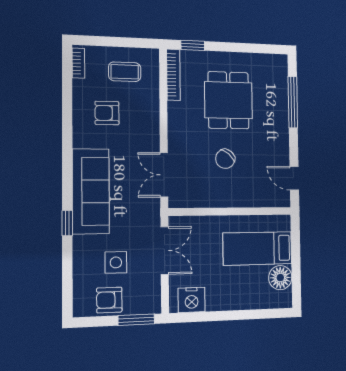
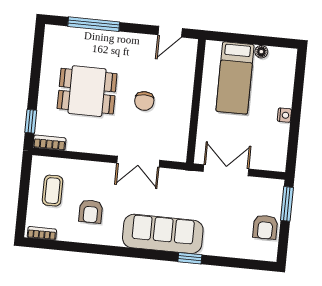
bookcase: (173, 75) -> (49, 143), width x0.64
chair: (225, 159) -> (144, 101), turned 49
double door: (164, 175) -> (138, 162), moved
side table: (116, 262) -> (231, 217), removed
floor lamp: (280, 278) -> (261, 52), width x0.53, depth x0.53
nightstand: (192, 300) -> (284, 115), moved, width x0.53, depth x0.56

